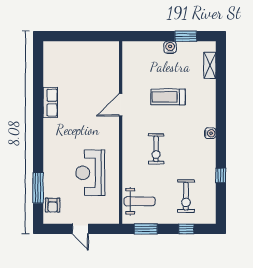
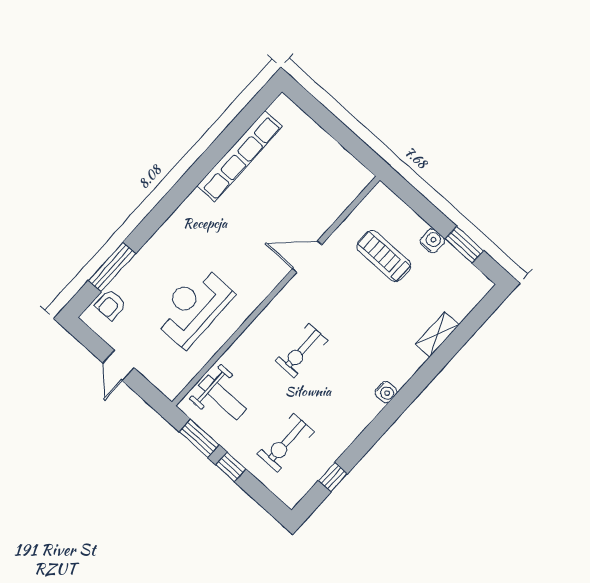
shelving: (210, 65) -> (437, 334), moved
treadmill: (168, 97) -> (384, 256), moved
row of seats: (50, 103) -> (240, 156), width x2.02
window: (221, 175) -> (333, 477), moved
window: (186, 229) -> (231, 467), moved

